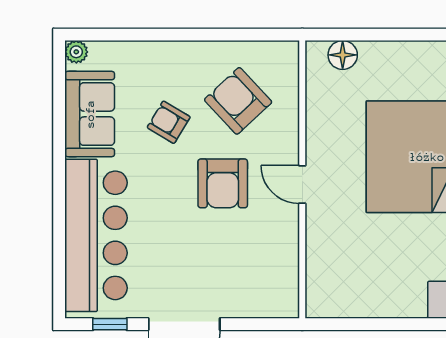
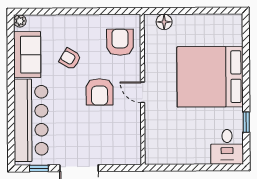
armchair: (238, 101) -> (120, 42), moved, turned 43

